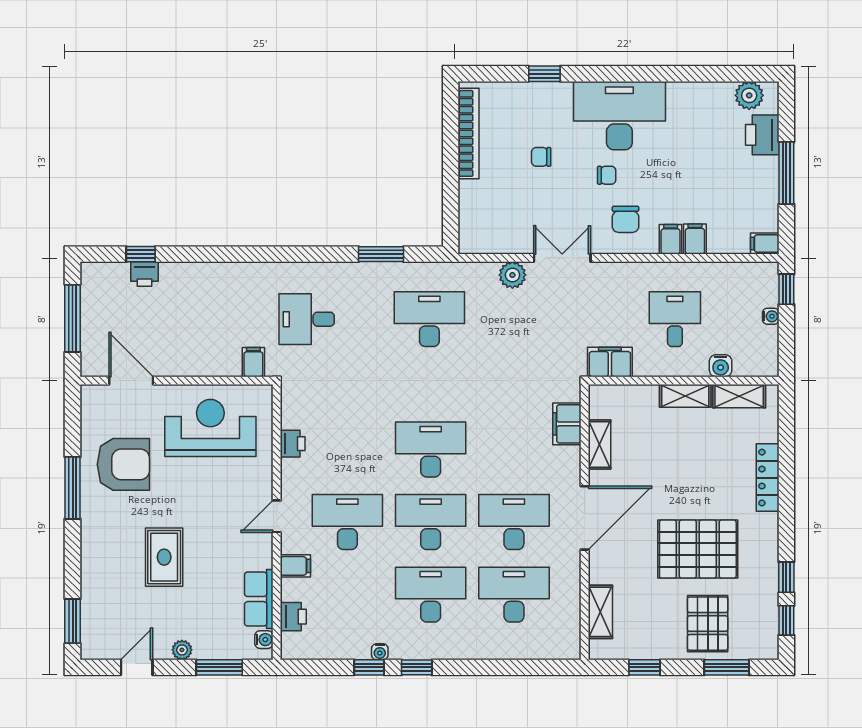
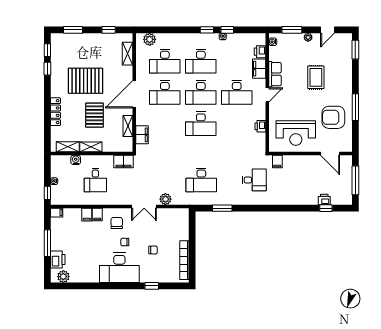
filing cabinet: (295, 566) -> (259, 69), width x2.00
row of seats: (259, 599) -> (275, 74), moved
pallet: (708, 624) -> (94, 115), moved
plant: (549, 645) -> (150, 39), added

